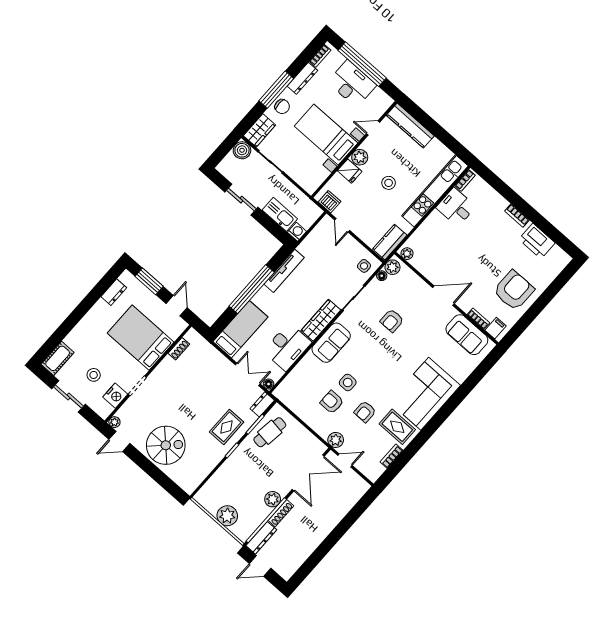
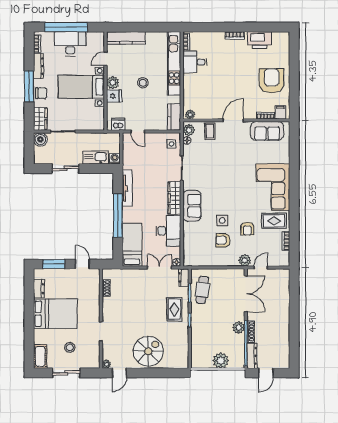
coffee table: (412, 286) -> (210, 131), added
armchair: (392, 321) -> (216, 162), removed
bed: (141, 338) -> (55, 314), moved, turned 180
nightstand: (115, 396) -> (93, 348), removed

